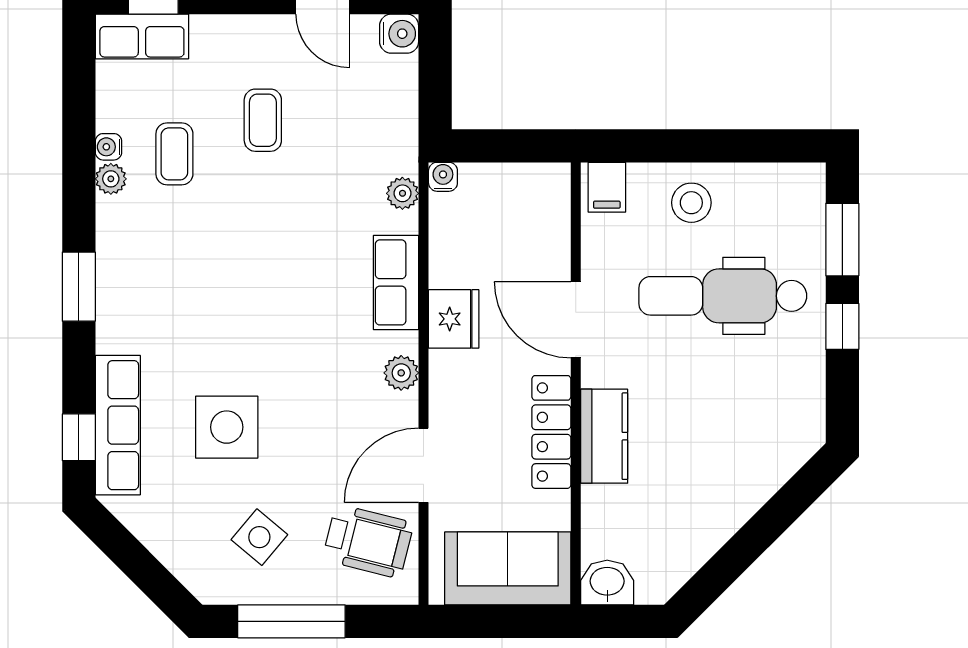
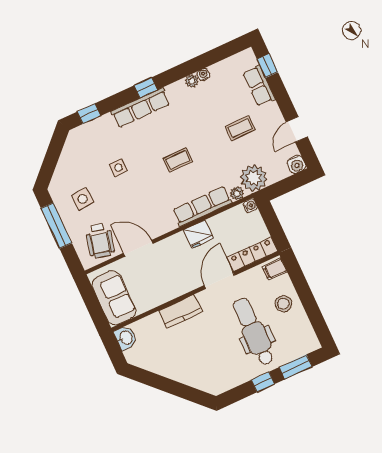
row of seats: (142, 36) -> (259, 86), moved
coffee table: (174, 154) -> (178, 160), moved
row of seats: (396, 282) -> (202, 206), width x1.48
window: (79, 287) -> (146, 88), width x0.67
plant: (401, 373) -> (254, 178), moved, width x1.88, depth x1.88
row of seats: (118, 425) -> (141, 108), moved
side table: (227, 427) -> (118, 168), width x0.54, depth x0.54
locker: (551, 432) -> (252, 254), moved
side table: (259, 537) -> (83, 199), turned 45

